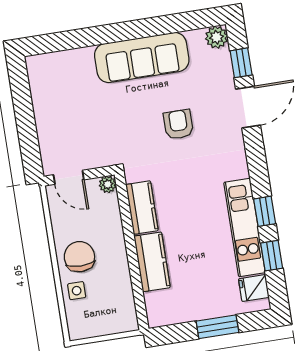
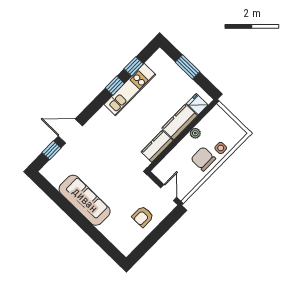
plant: (217, 37) -> (48, 171), removed
armchair: (178, 124) -> (143, 217), moved
plant: (108, 184) -> (195, 133), moved
chair: (79, 257) -> (203, 159), turned 90
fridge: (254, 288) -> (197, 104), moved, turned 180

